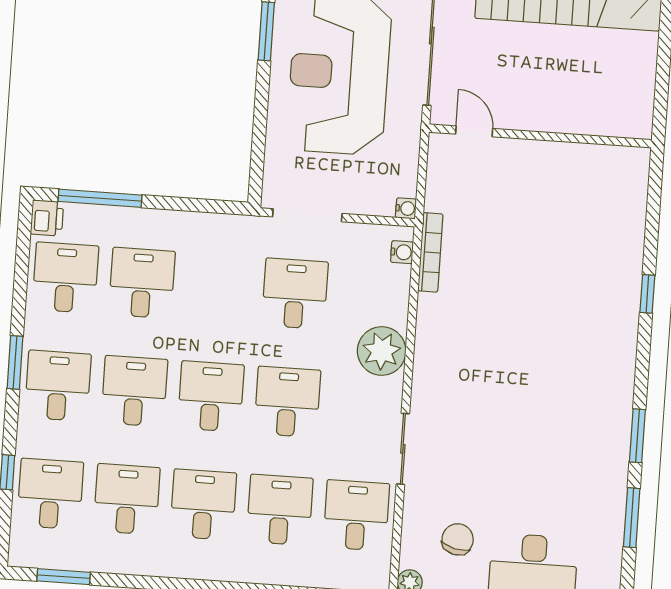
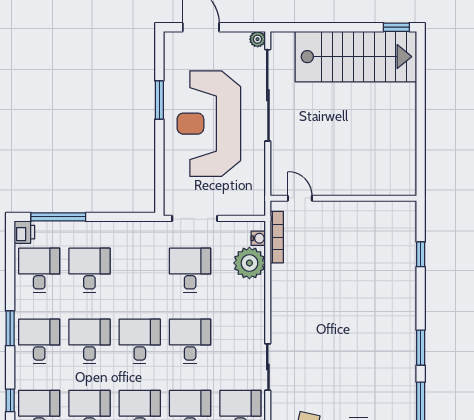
door: (474, 131) -> (300, 198), moved
wall: (540, 136) -> (343, 198), moved
water cooler: (406, 208) -> (259, 209), removed
plant: (382, 351) -> (249, 263), moved

